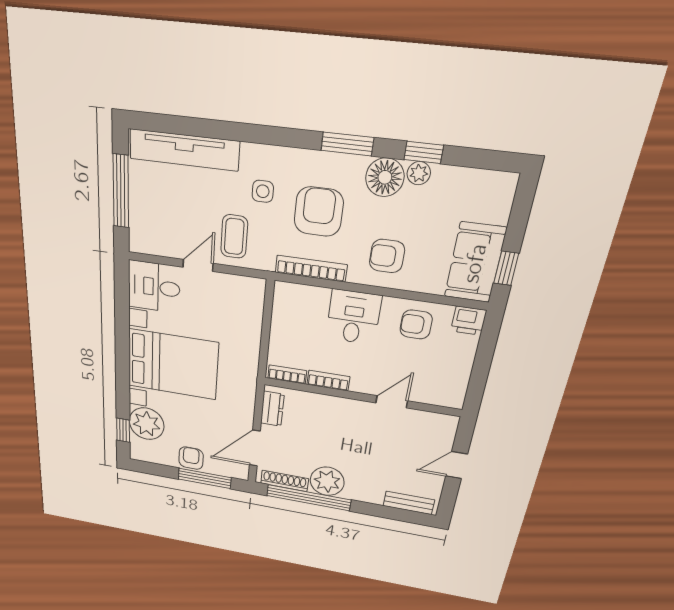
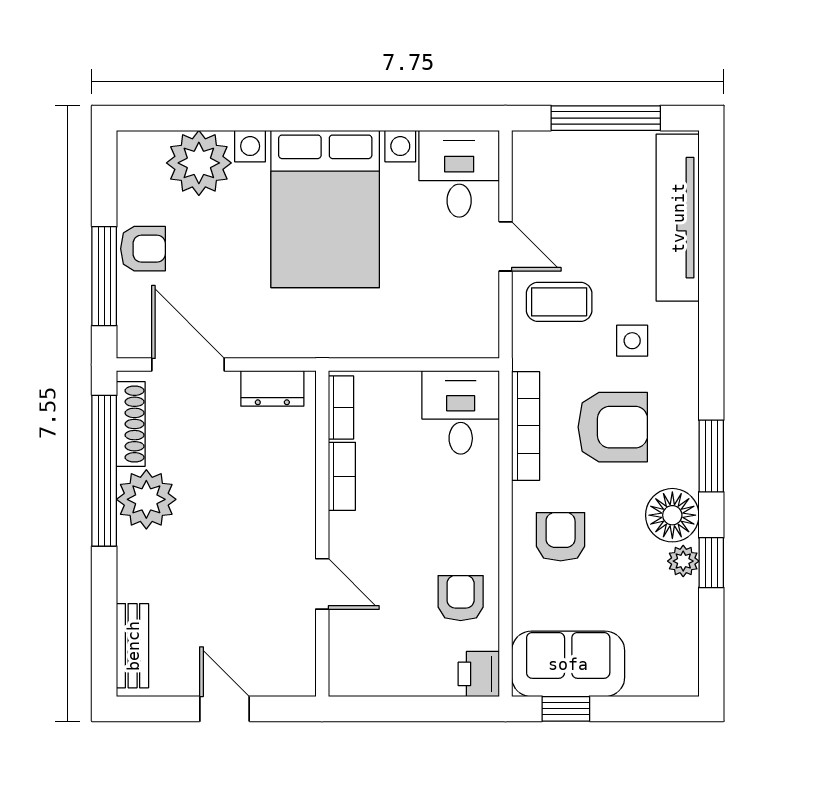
desk: (353, 317) -> (461, 412), moved, turned -90
window: (123, 430) -> (176, 118), removed

